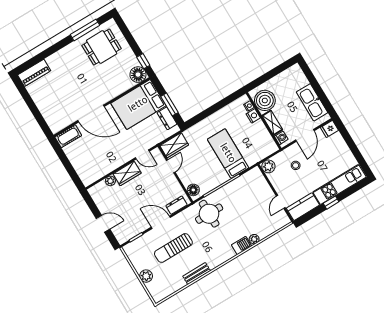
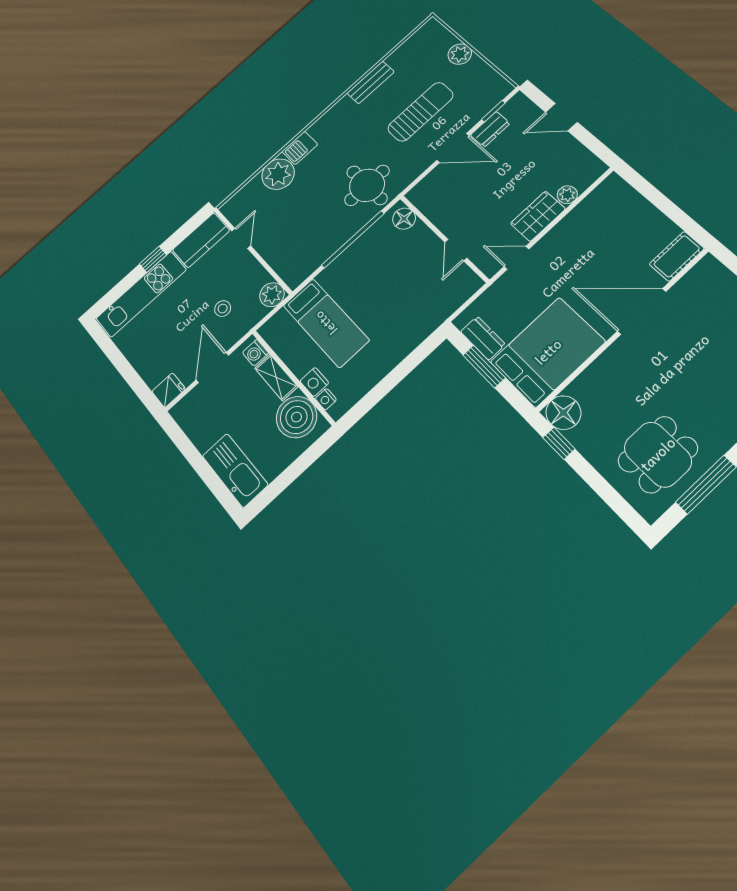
kitchen sink: (312, 102) -> (235, 470), moved
wardrobe: (174, 145) -> (458, 290), removed
bed: (228, 153) -> (326, 323), moved
dresser: (176, 205) -> (490, 129), moved
plant: (254, 239) -> (278, 174), width x1.88, depth x1.88

